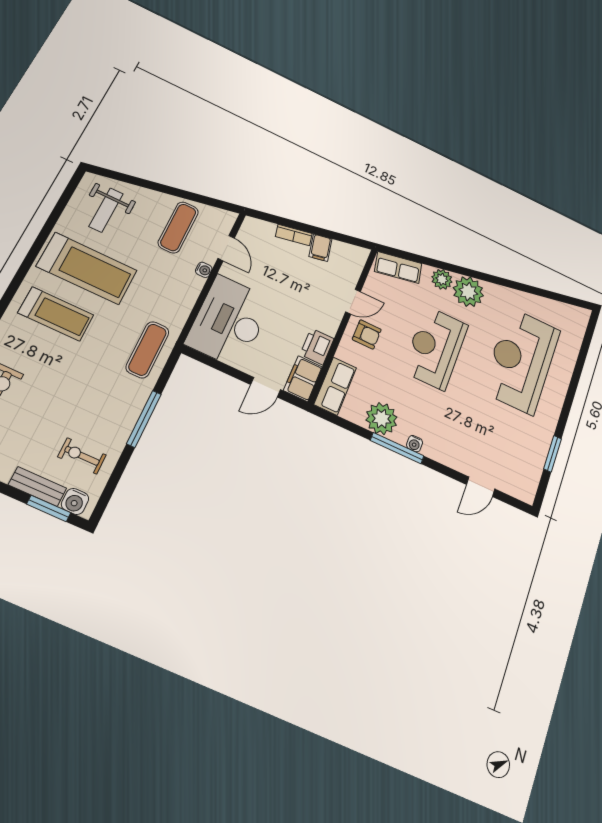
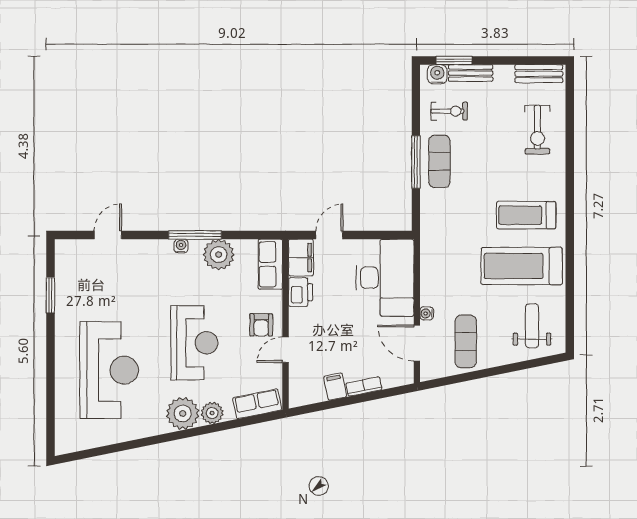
door: (226, 248) -> (417, 343), width x1.37
armchair: (367, 334) -> (261, 325), turned -90
exercise mat: (147, 350) -> (439, 161), moved

